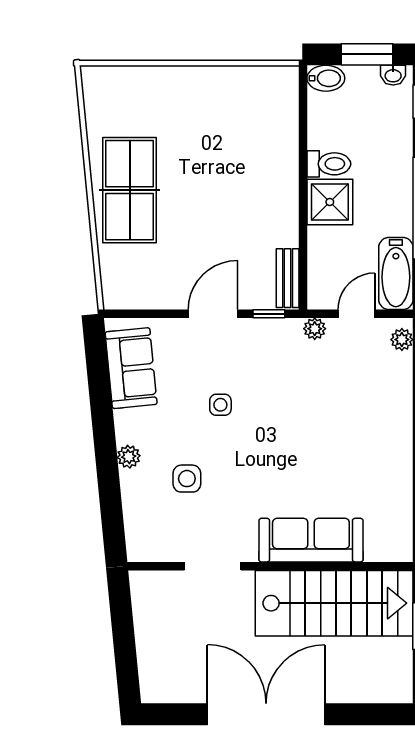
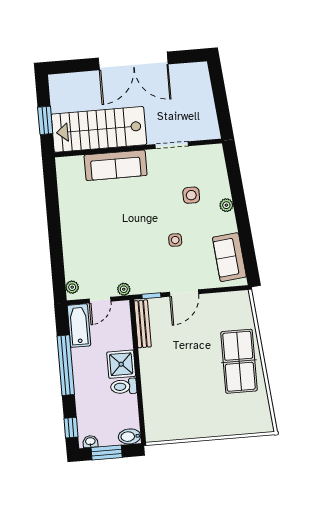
bench: (288, 278) -> (143, 324), width x1.36

